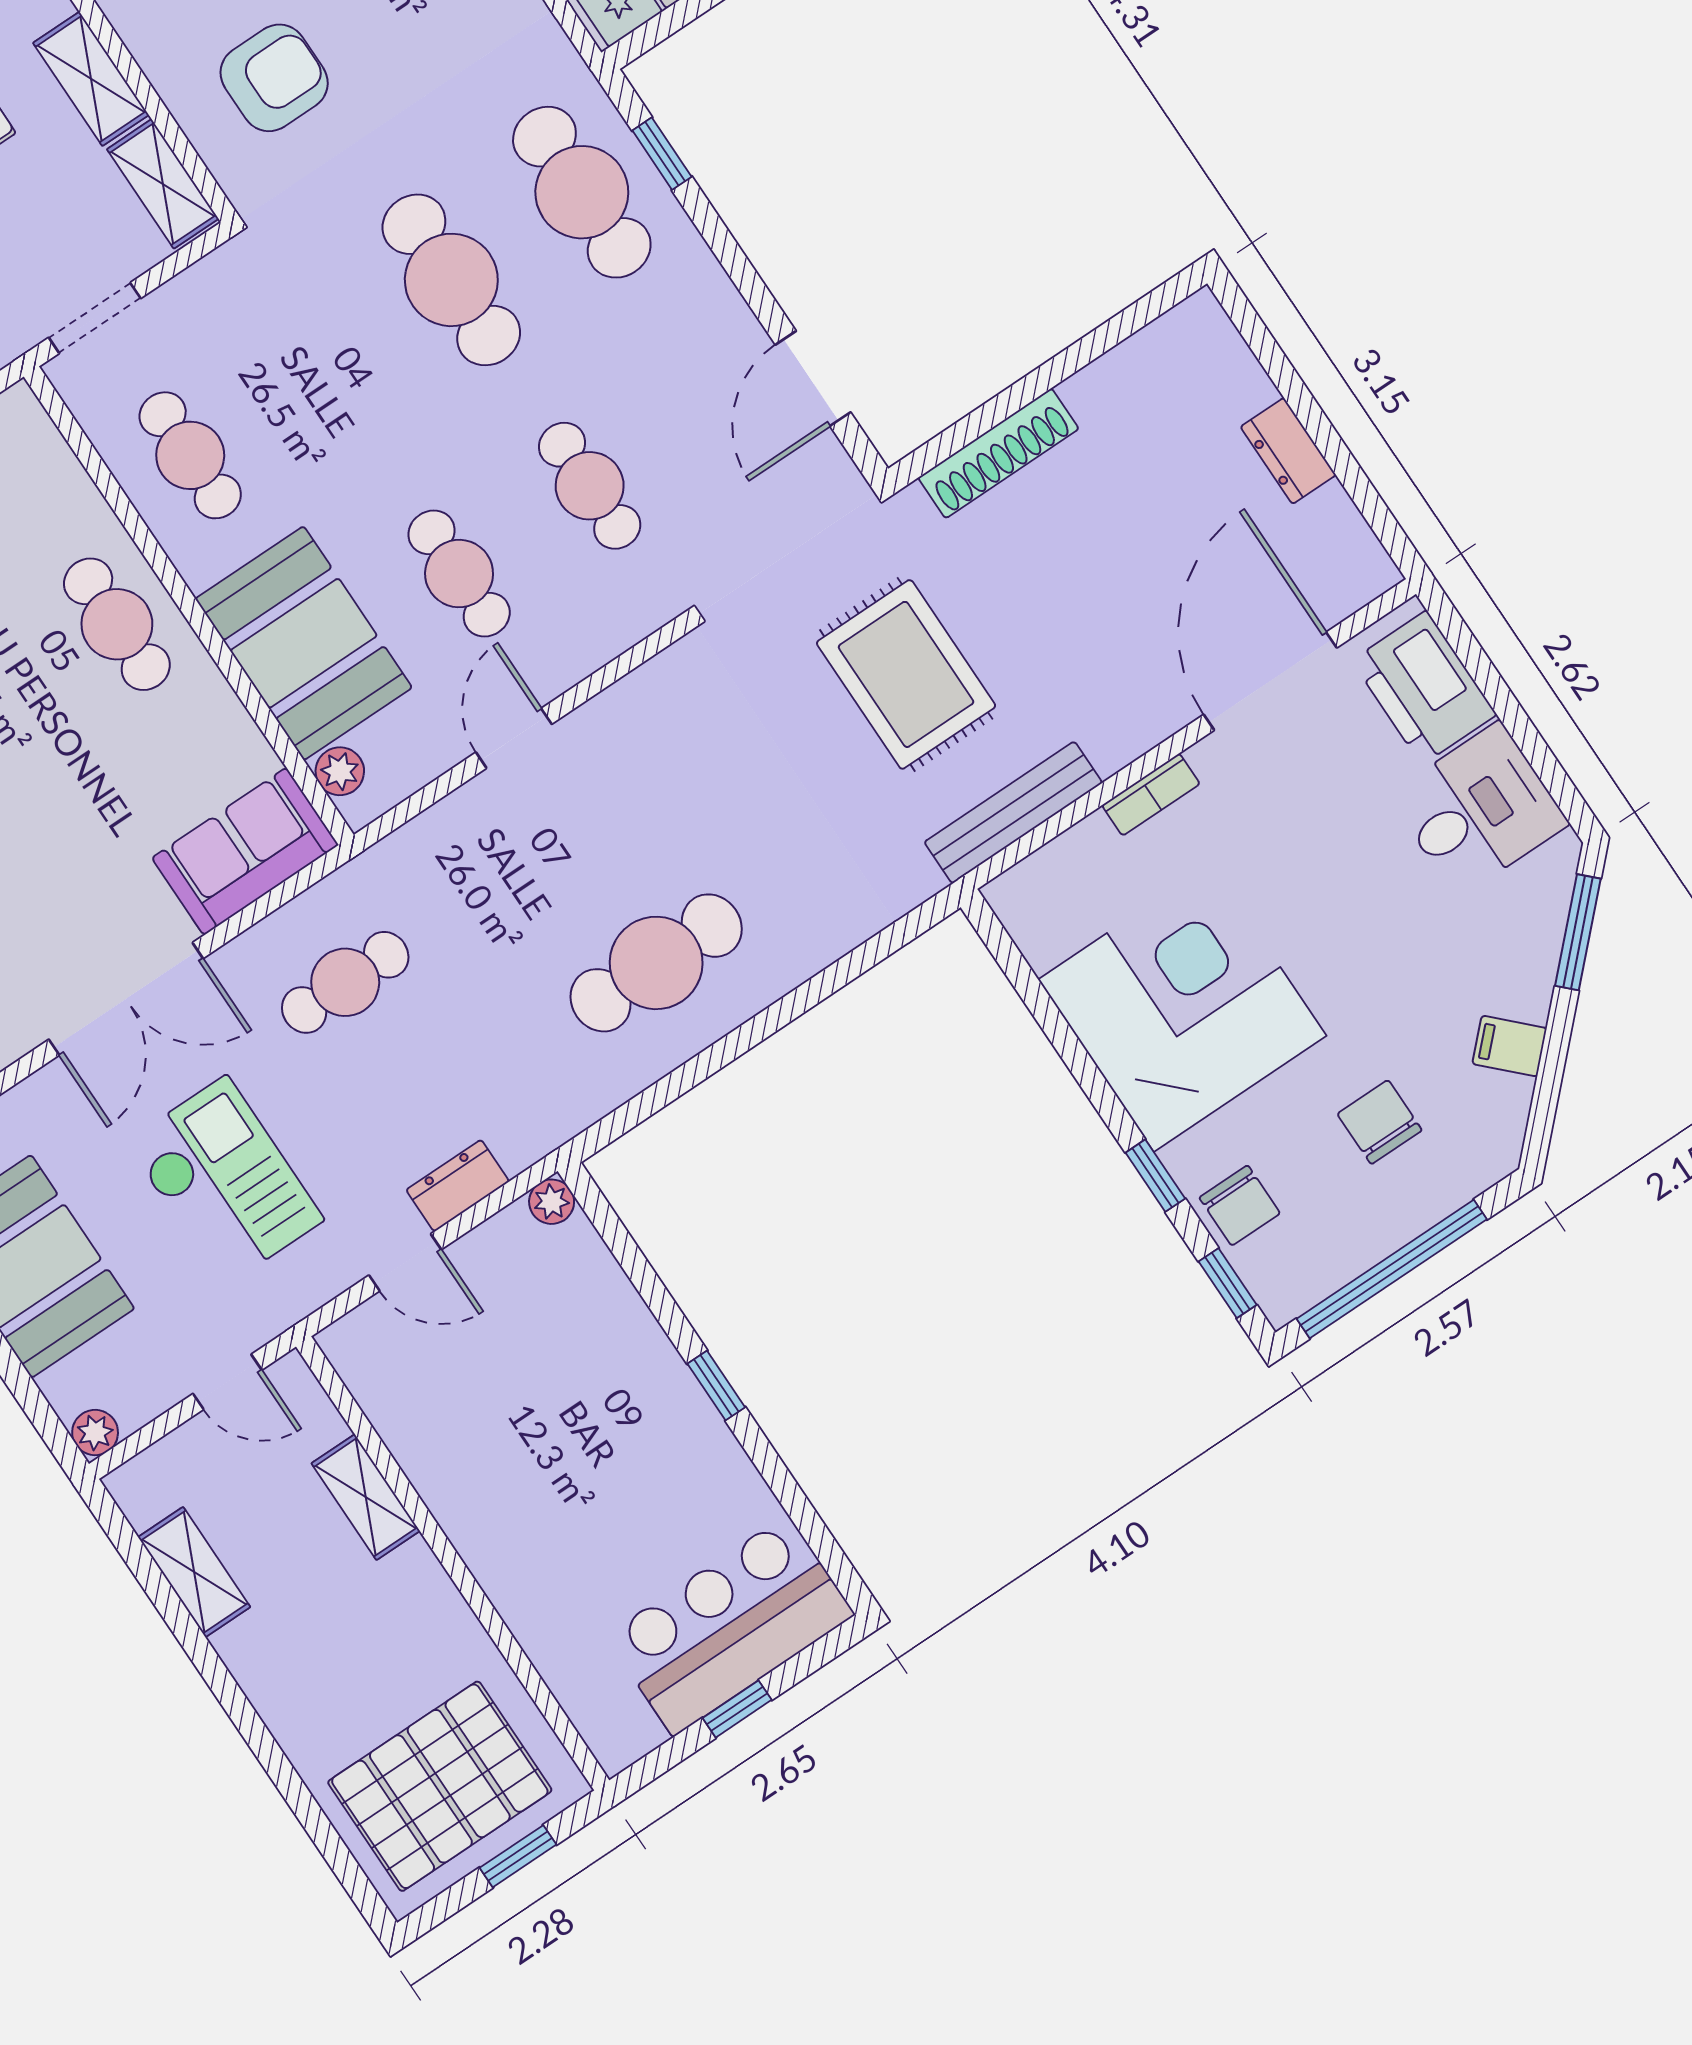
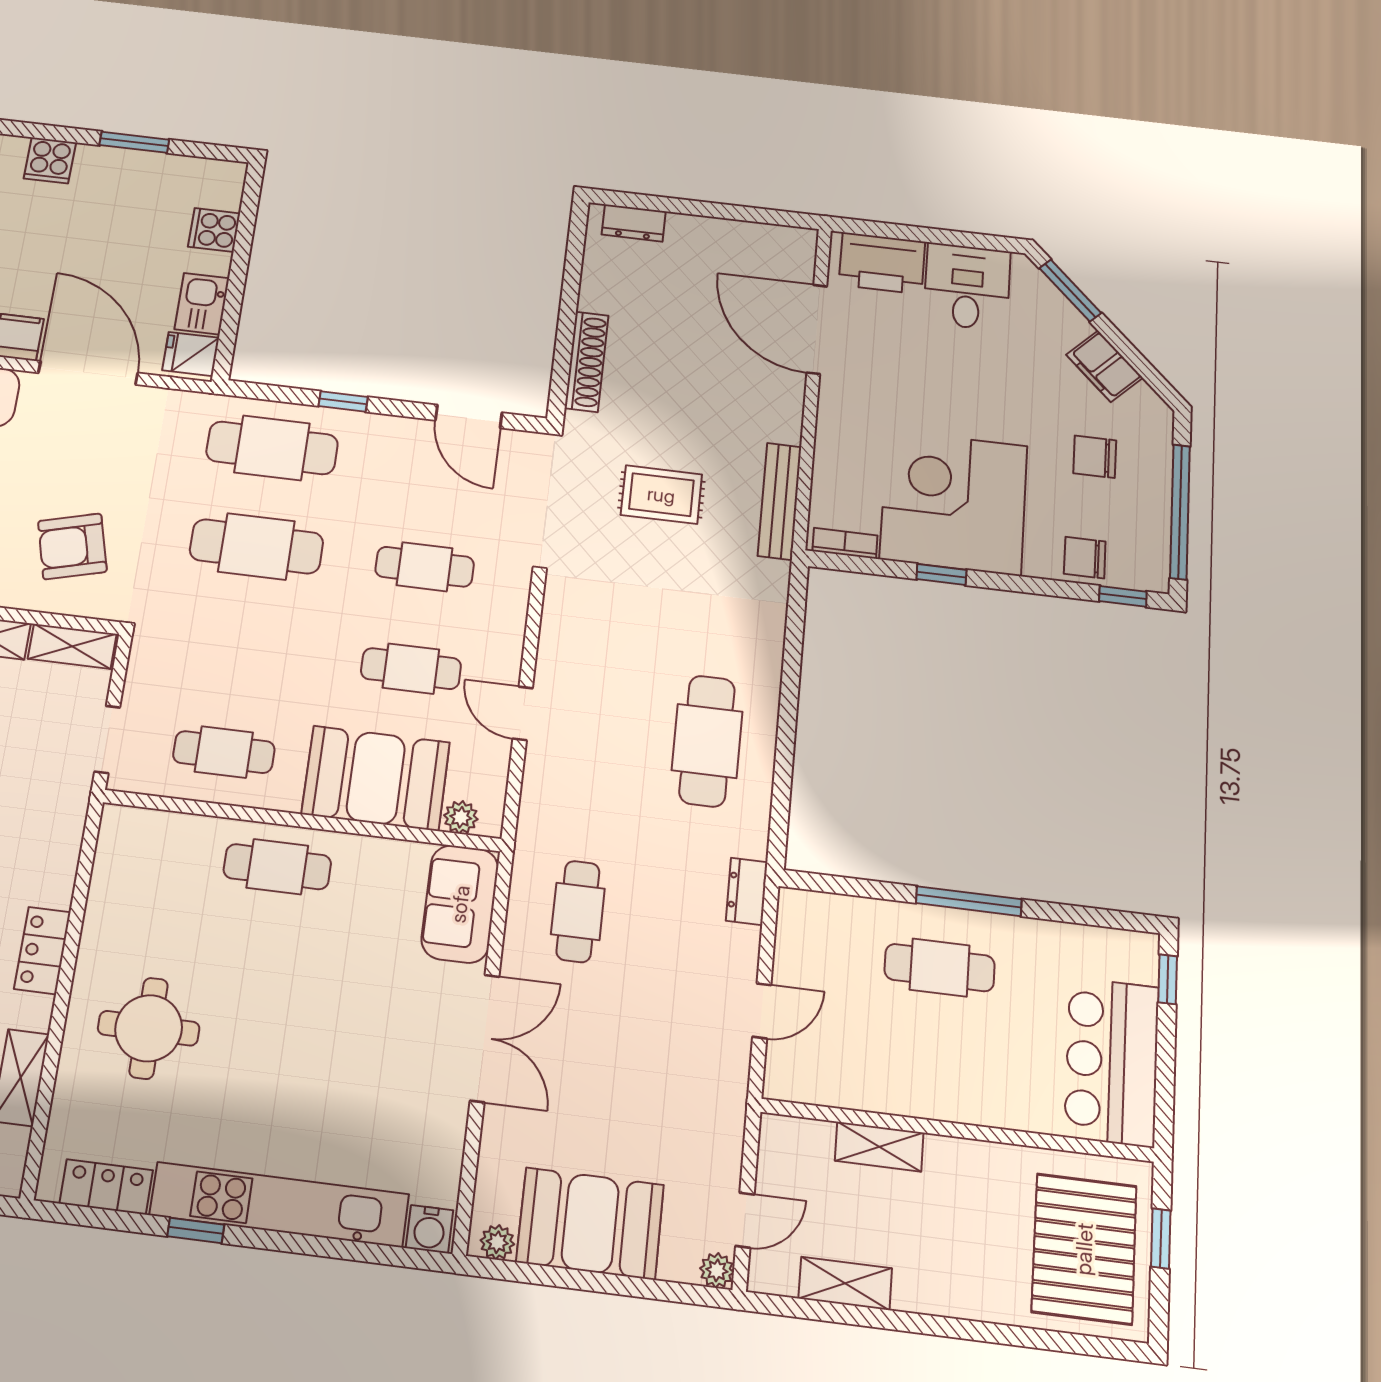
armchair: (274, 78) -> (72, 546), turned -105
window: (662, 154) -> (343, 401), moved
dresser: (1288, 451) -> (634, 223), moved
rug: (906, 674) -> (661, 495), width x0.73, depth x0.70
bookcase: (1151, 795) -> (845, 543), moved, turned -90
filing cabinet: (1510, 1046) -> (1104, 366), width x2.00
window: (1155, 1176) -> (941, 574), moved
checkout: (225, 1181) -> (633, 1072), removed
dresser: (458, 1186) -> (747, 891), moved
plant: (552, 1202) -> (793, 903), removed
chair: (1240, 1205) -> (1085, 558), turned 180
door: (227, 1382) -> (745, 1220), moved
window: (716, 1385) -> (969, 901), width x2.17
cafe table: (615, 1411) -> (940, 968), added
bar counter: (730, 1625) -> (1112, 1062), moved
window: (737, 1709) -> (1168, 979), moved

